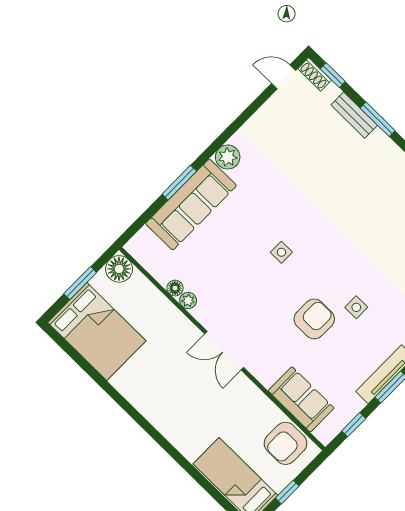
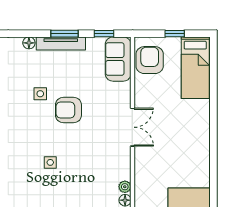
double door: (224, 351) -> (133, 127), moved
sofa: (301, 399) -> (118, 59), moved
armchair: (286, 443) -> (150, 60), turned -90

